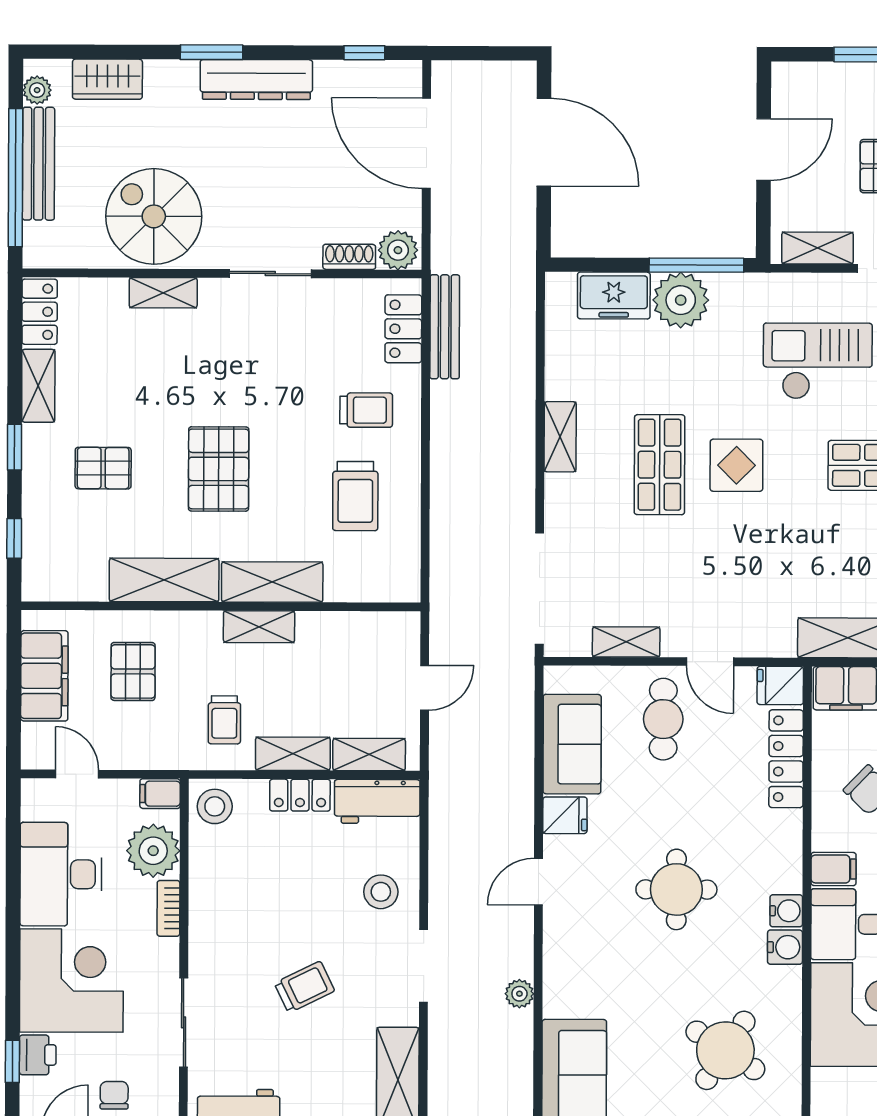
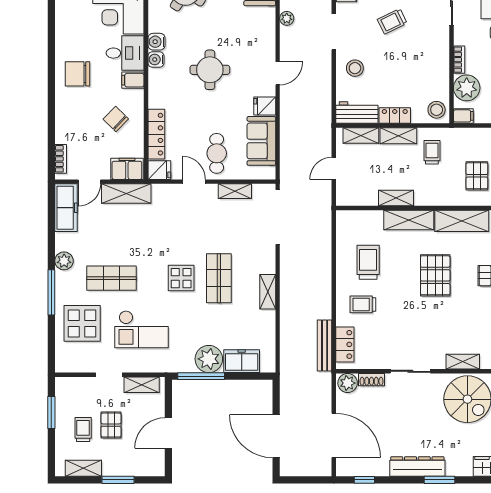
shelving: (259, 627) -> (396, 198), moved

